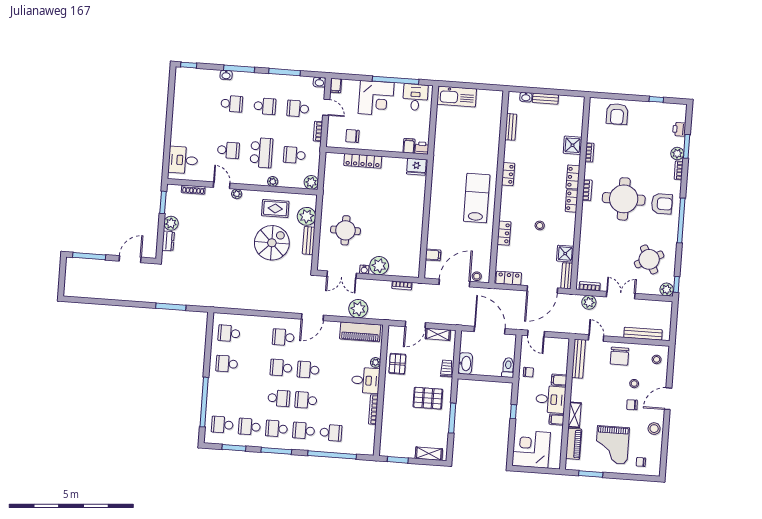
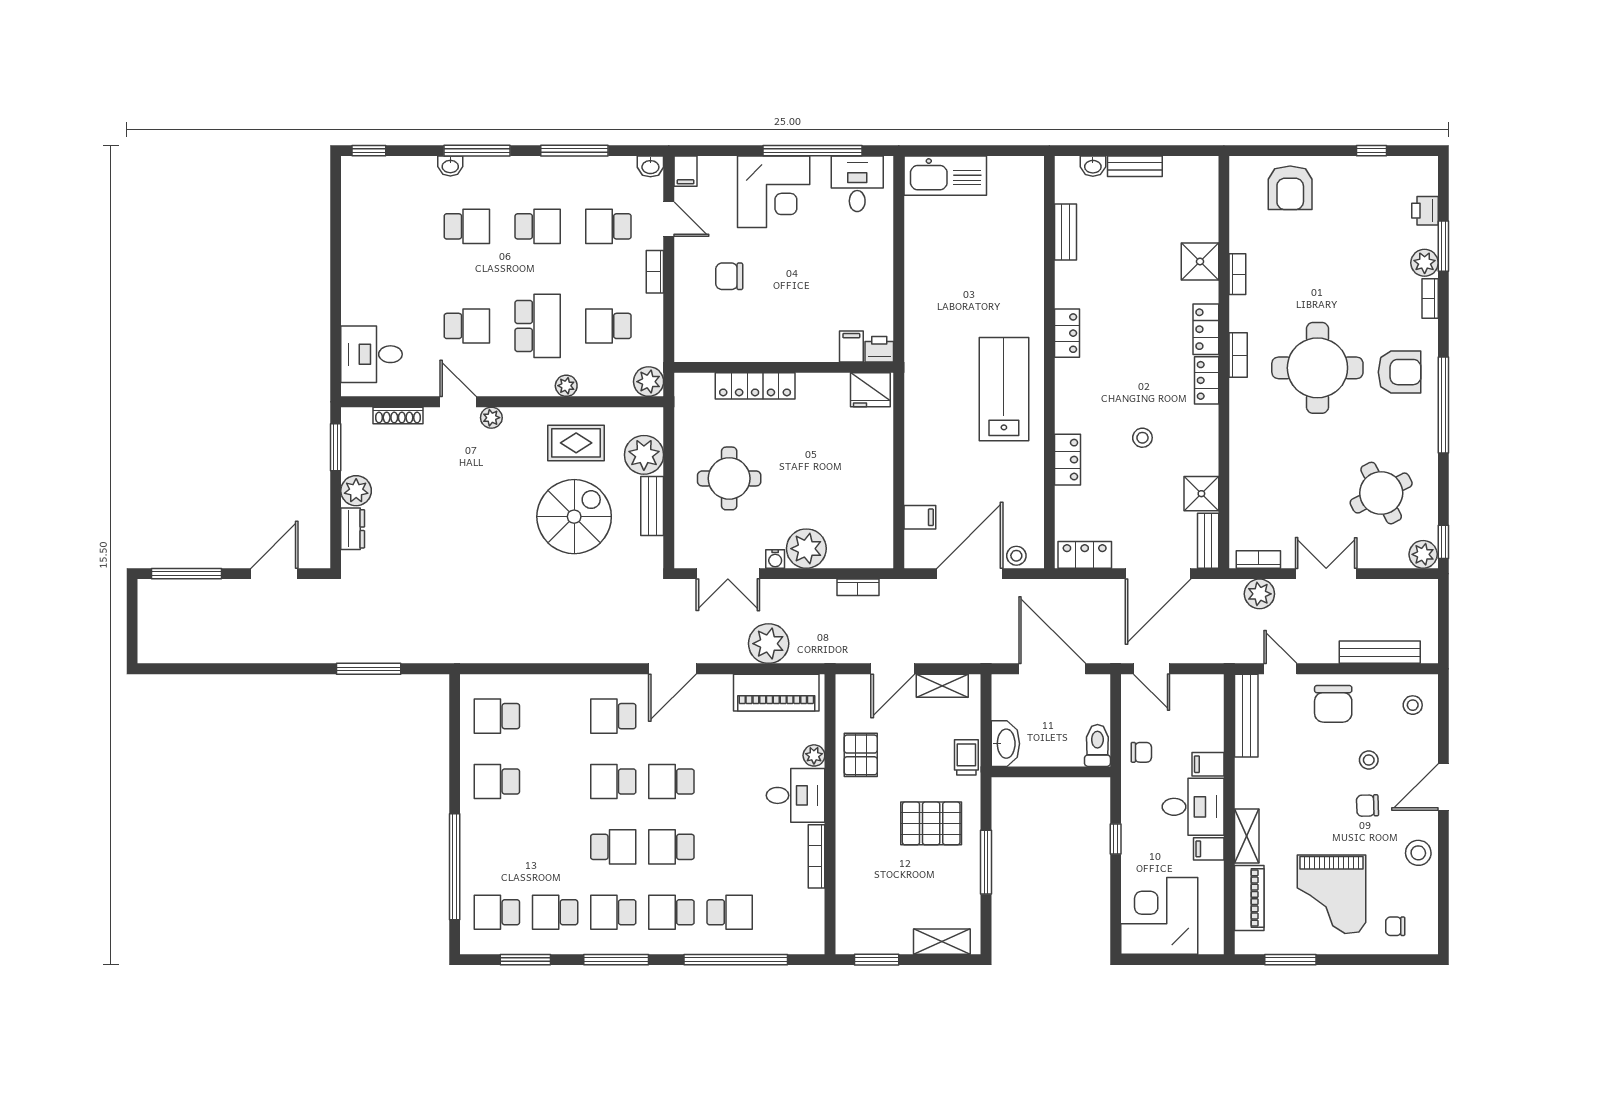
filing cabinet: (409, 146) -> (851, 347), moved
printer: (422, 148) -> (879, 349), moved
wall: (377, 153) -> (784, 367), moved
locker: (363, 161) -> (755, 386), moved
fridge: (416, 167) -> (870, 390), moved

